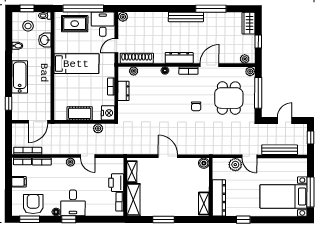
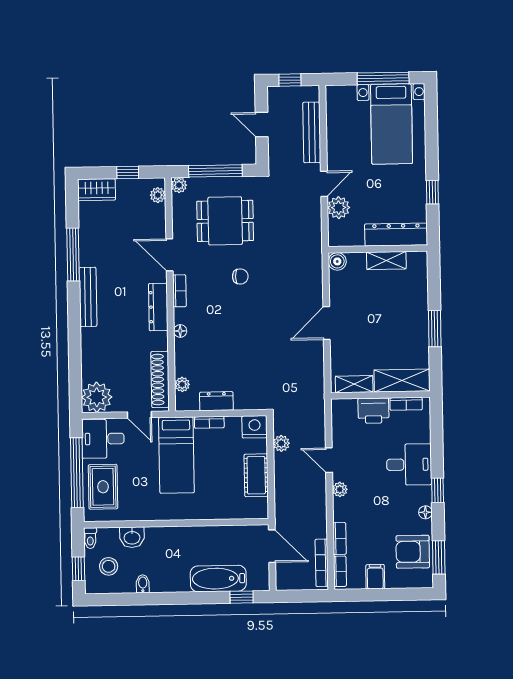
plant: (123, 17) -> (97, 397), width x1.87, depth x1.87
bed: (76, 64) -> (176, 455), moved, turned 180
bathtub: (20, 77) -> (218, 579), moved
door: (88, 156) -> (329, 460), swing flipped
desk: (73, 203) -> (409, 465), moved
shelving: (204, 204) -> (386, 261), moved

